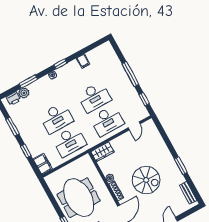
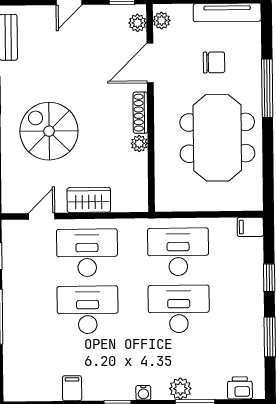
plant: (24, 93) -> (180, 389), moved
wardrobe: (103, 152) -> (89, 200), moved
filing cabinet: (43, 164) -> (250, 227), width x0.50
spiral stairs: (146, 180) -> (49, 131), moved

